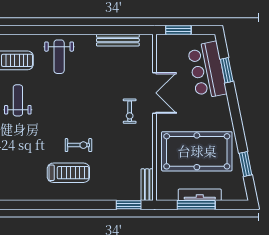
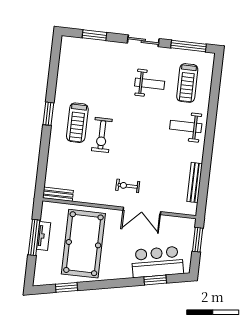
exercise bike: (78, 145) -> (102, 135), width x1.38, depth x1.39
tv unit: (200, 195) -> (44, 236), width x0.71
window: (129, 205) -> (48, 114), moved

